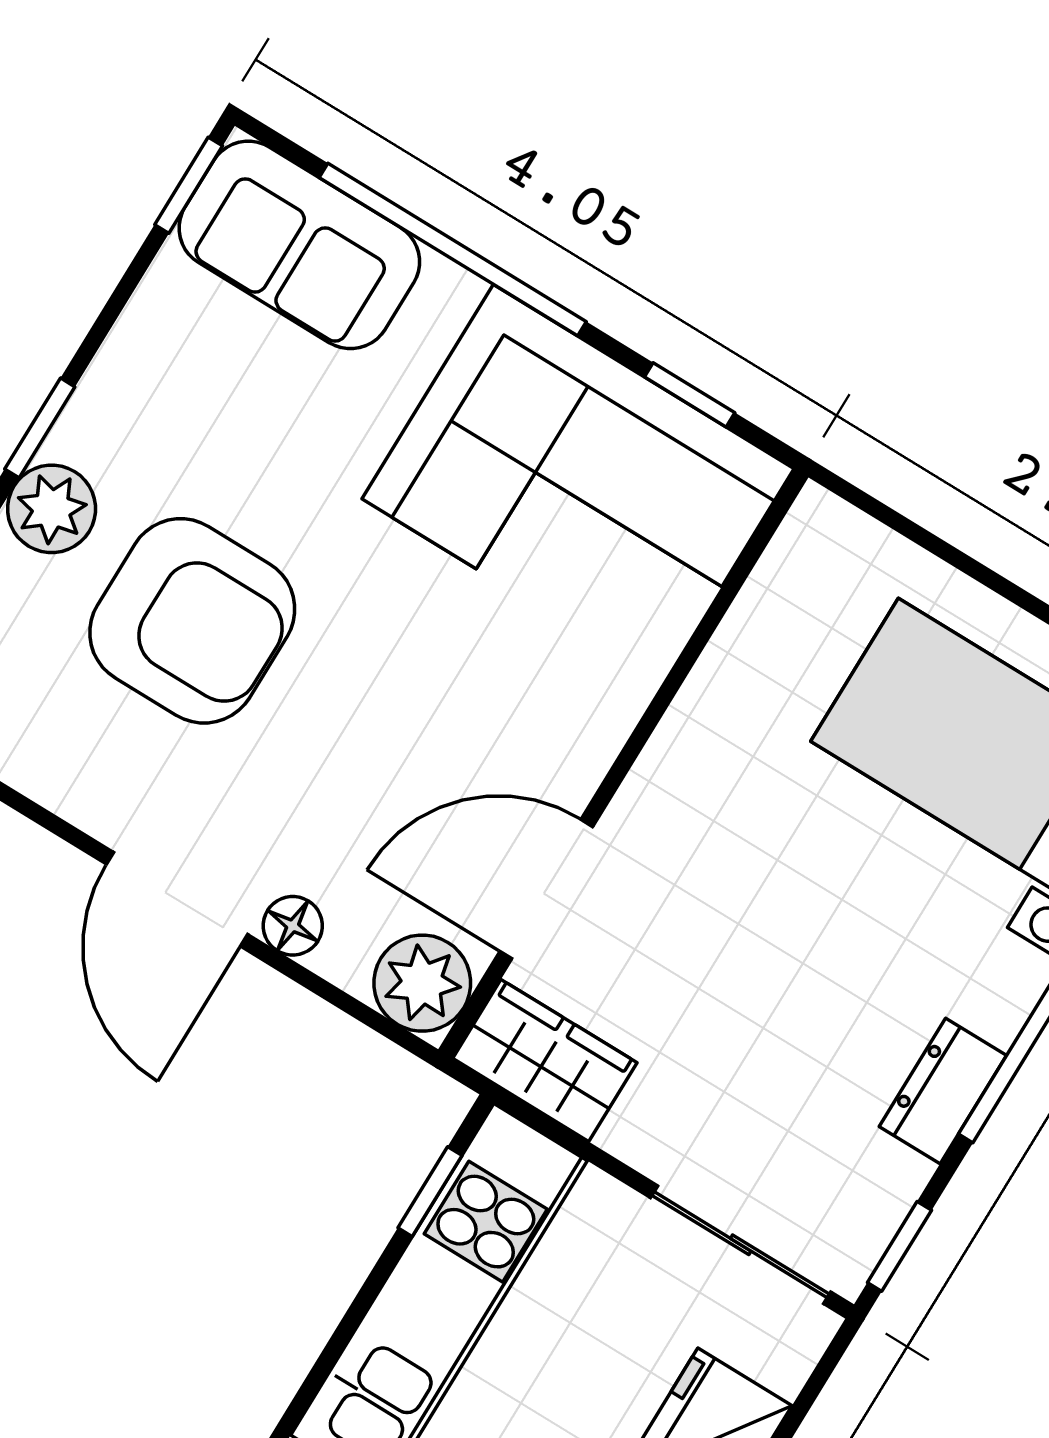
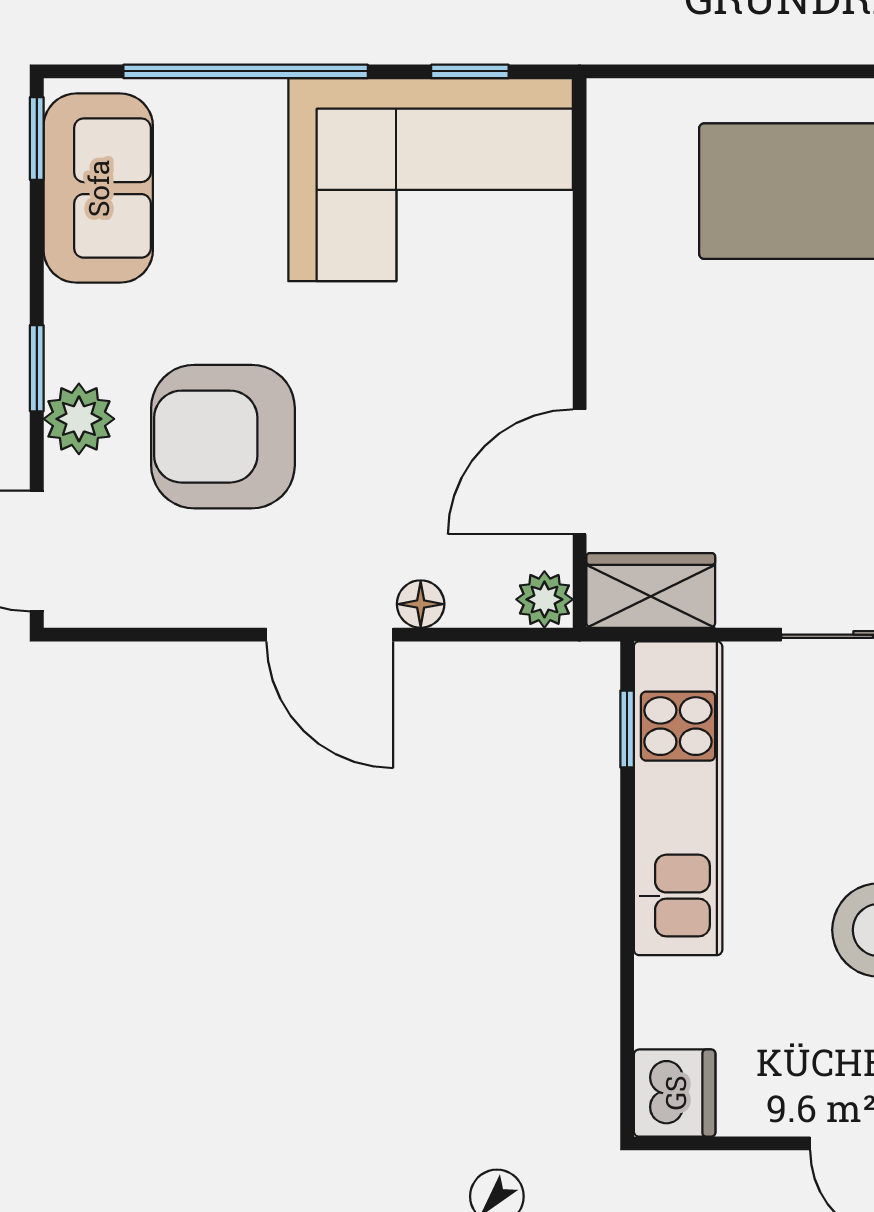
sofa: (299, 245) -> (98, 188), moved, turned -90
armchair: (192, 621) -> (223, 437), turned 180
plant: (422, 983) -> (544, 599), width x0.73, depth x0.73

